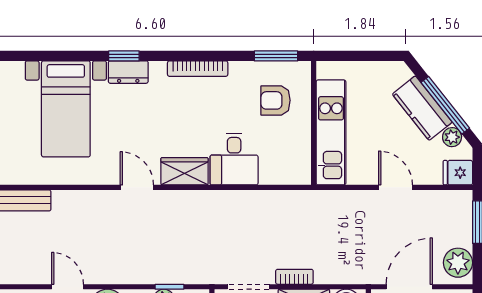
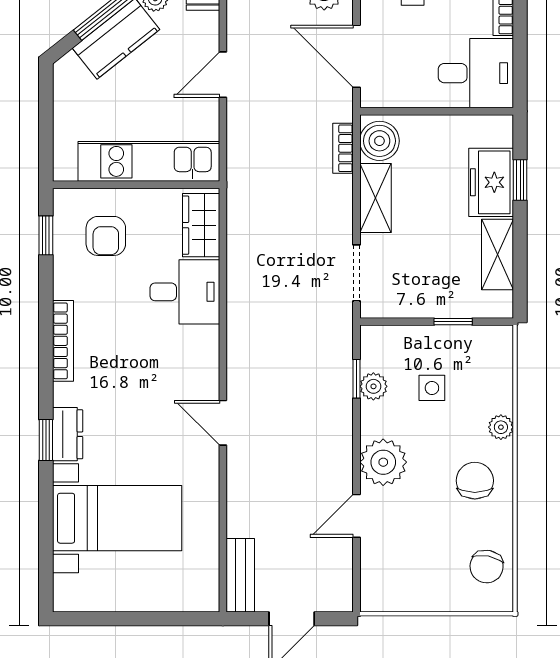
window: (276, 56) -> (46, 235), width x0.67
wardrobe: (184, 171) -> (201, 225), moved
door: (137, 187) -> (223, 423), hinge flipped
bookcase: (294, 277) -> (343, 148), moved

